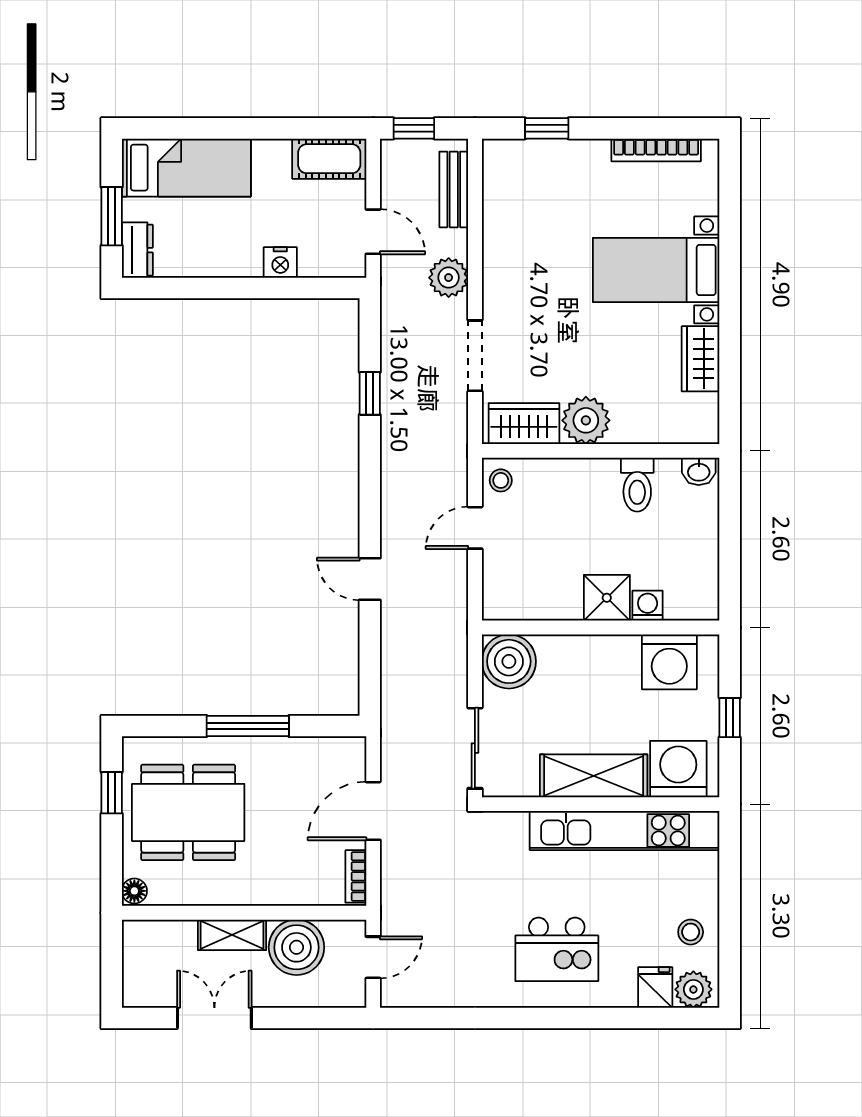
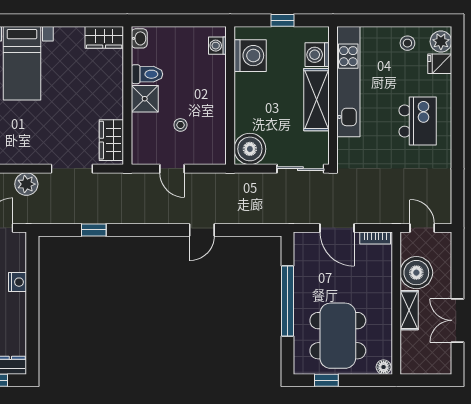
wardrobe: (701, 359) -> (104, 37), moved
plant: (586, 420) -> (110, 104), removed
stool: (501, 480) -> (180, 125), moved
shower: (607, 598) -> (145, 99), moved
washing machine: (648, 606) -> (217, 46), moved
window: (248, 726) -> (287, 301), width x1.46
washing machine: (678, 769) -> (317, 55), width x0.73, depth x0.73

